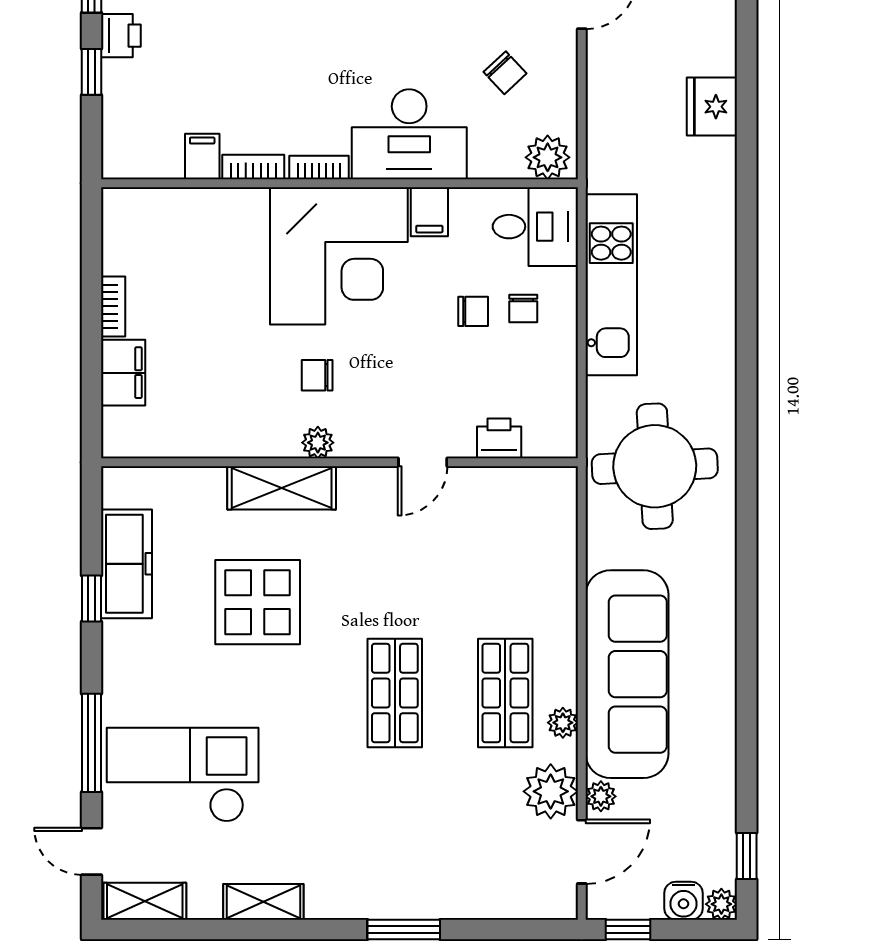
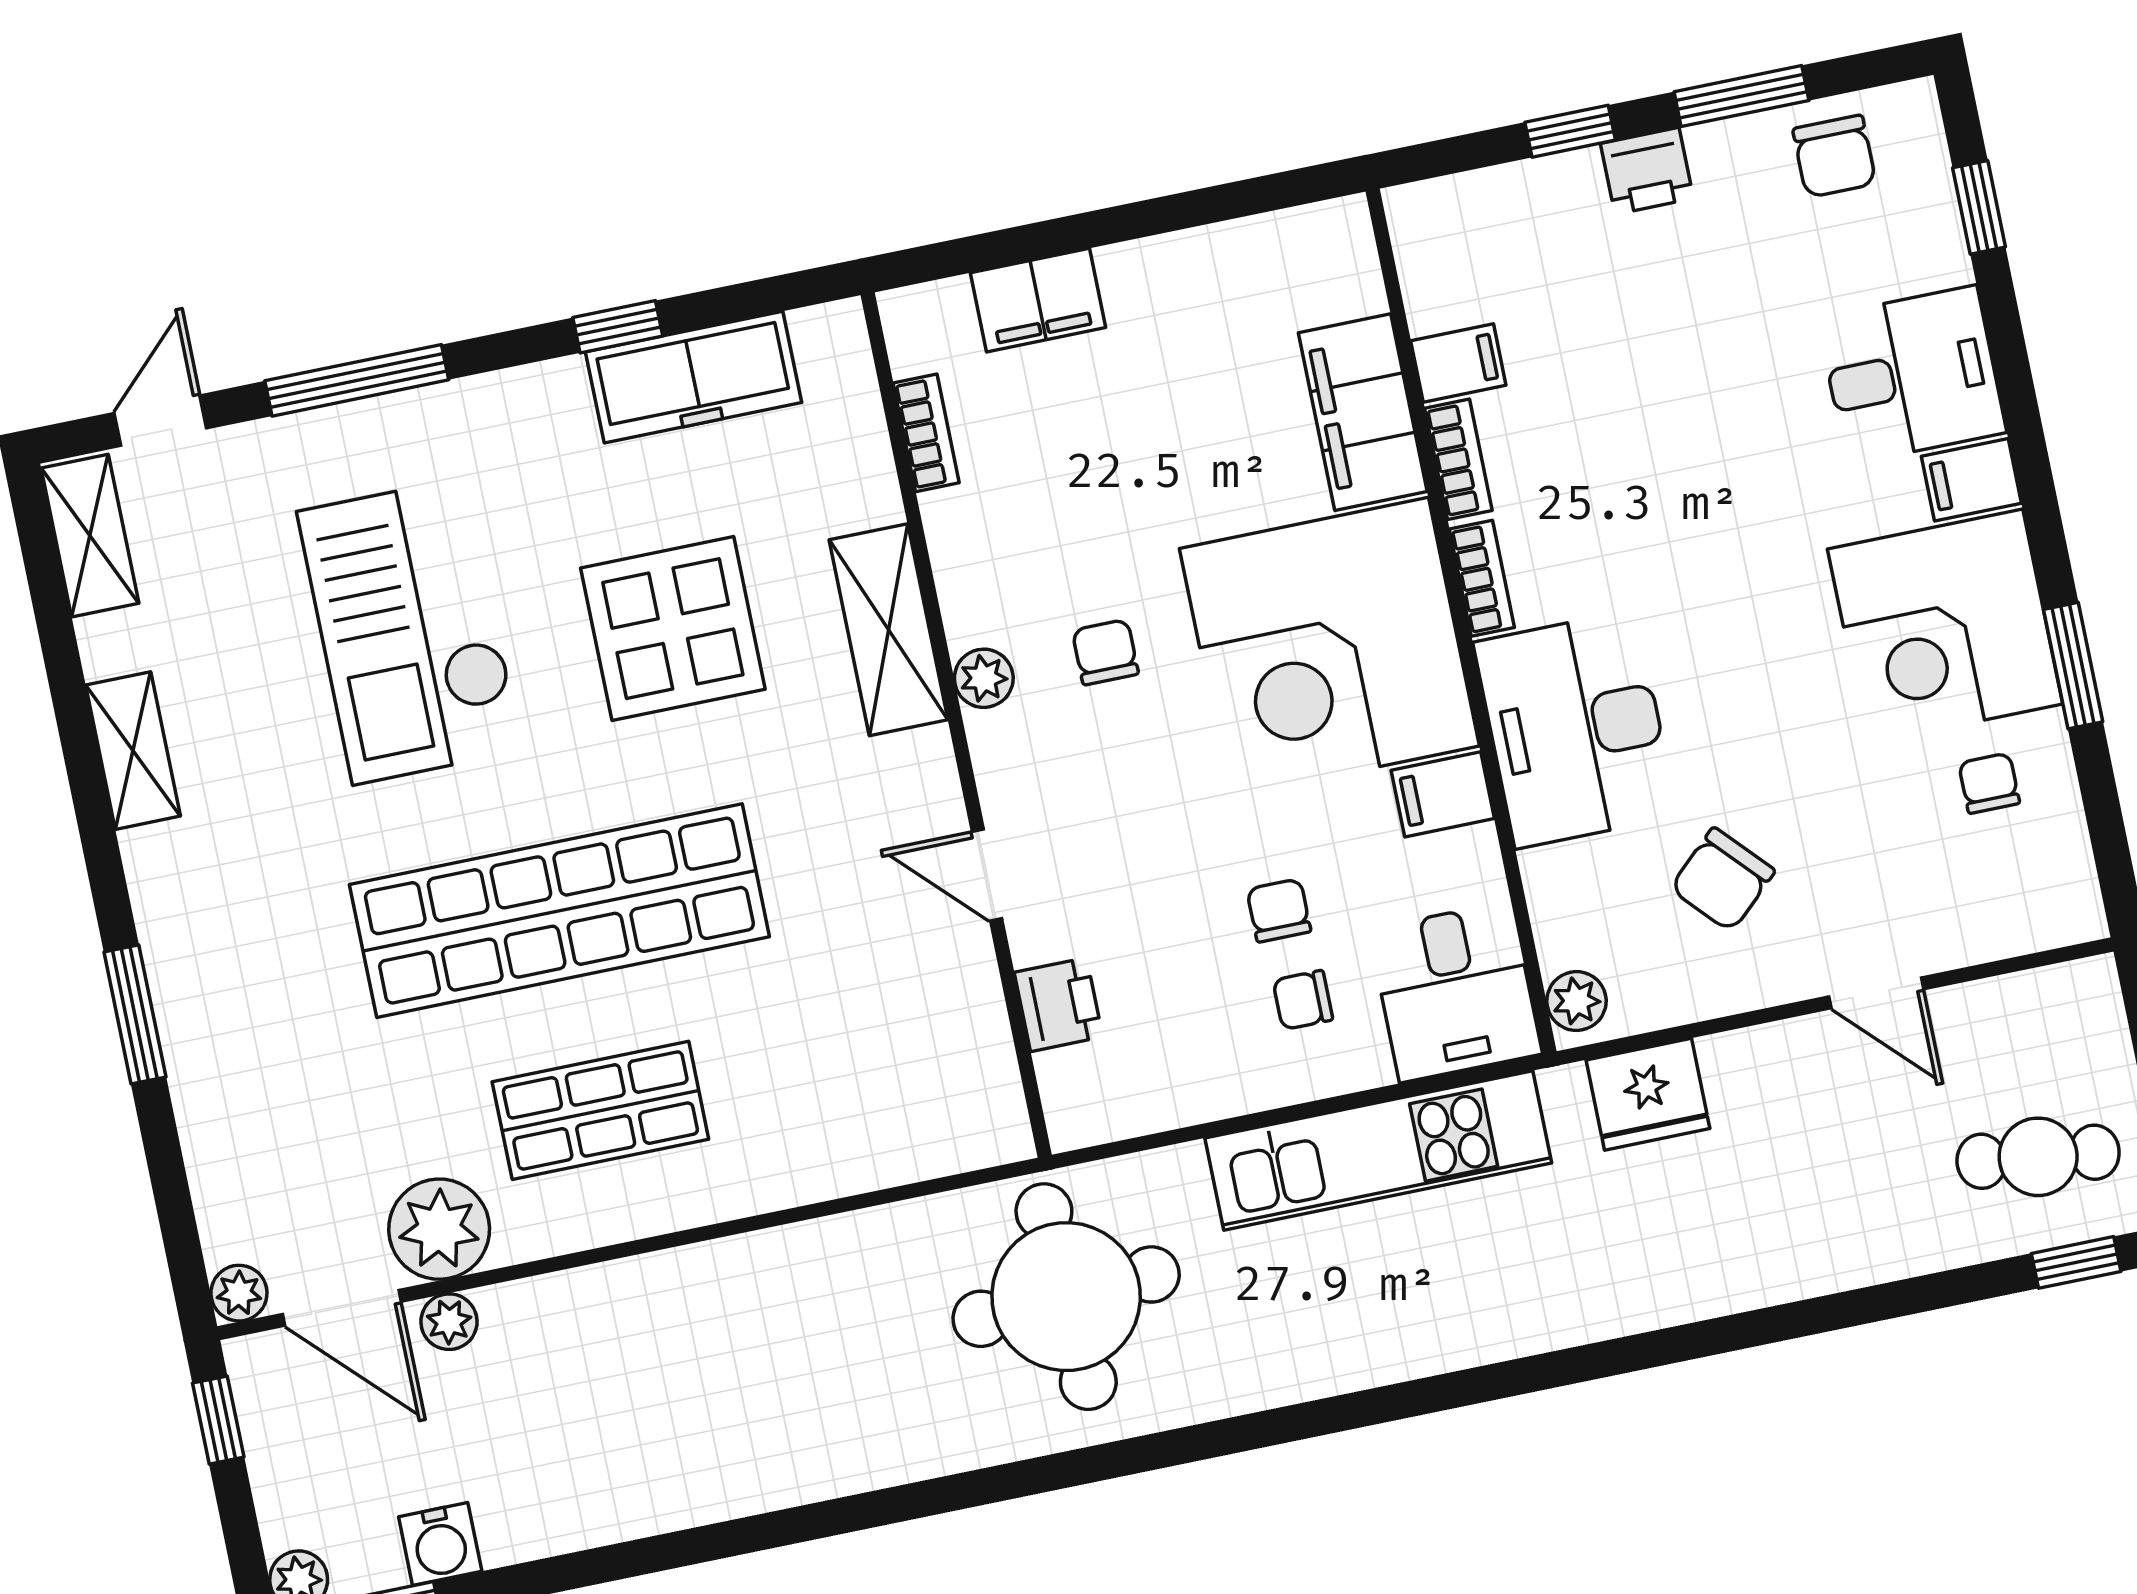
chair: (505, 73) -> (1722, 880), width x1.37, depth x1.37
fridge: (712, 107) -> (1648, 1094), moved, turned 180
plant: (548, 157) -> (1577, 1001), width x0.73, depth x0.73
filing cabinet: (218, 213) -> (1363, 412), added
bookcase: (113, 306) -> (926, 433), moved, turned -90
chair: (473, 311) -> (1279, 911), turned 180
sofa: (627, 674) -> (680, 1324), removed
shop shelf: (395, 693) -> (559, 911), width x2.00, depth x1.36
plant: (563, 723) -> (239, 1293), moved
checkout: (183, 775) -> (410, 631), moved, turned 180
water cooler: (683, 901) -> (440, 1544), moved, turned -90

